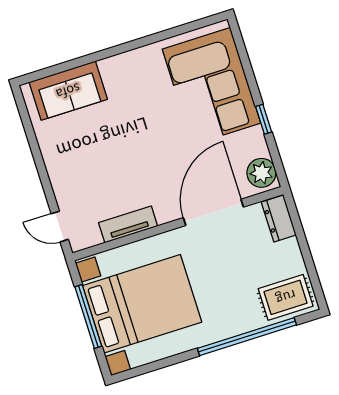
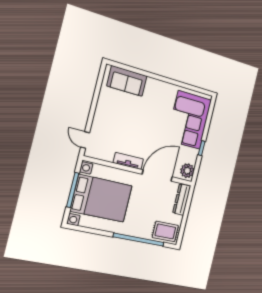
dresser: (279, 219) -> (182, 199), width x1.44
tv unit: (128, 224) -> (128, 161), moved

